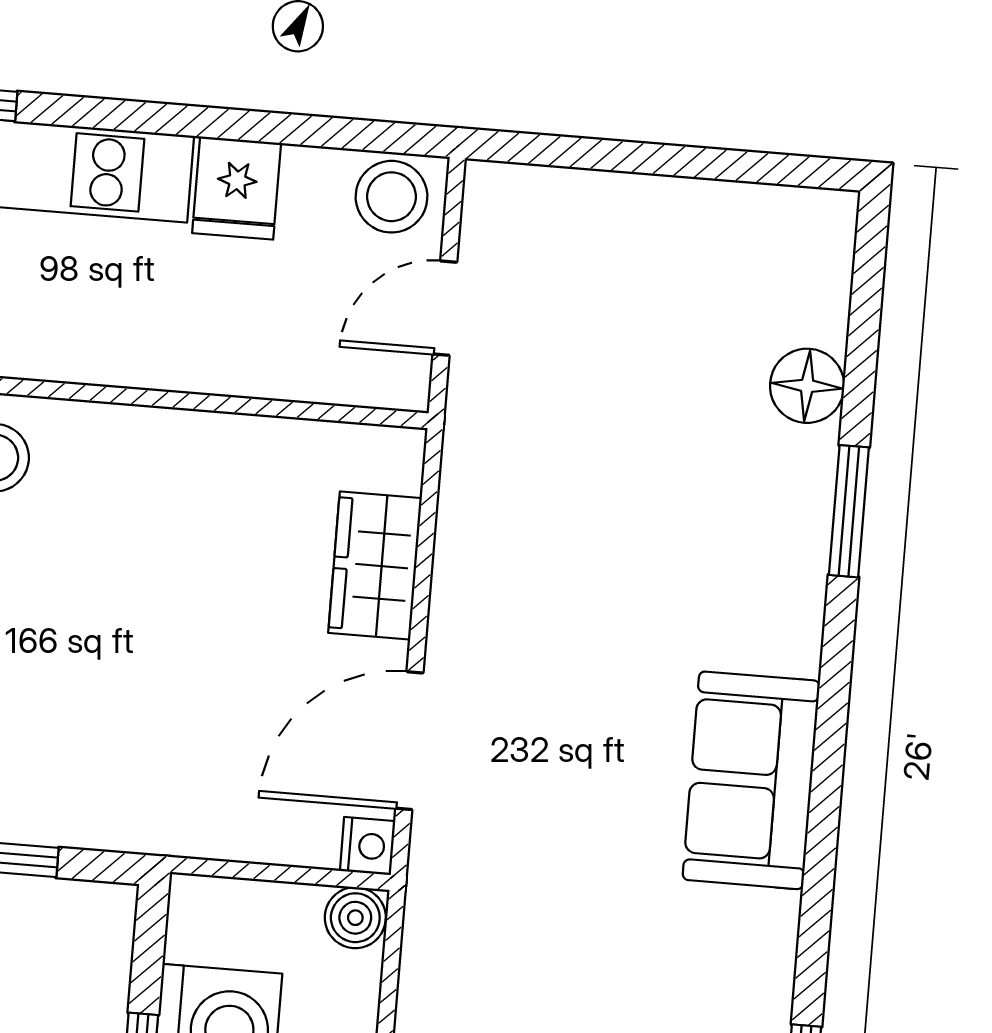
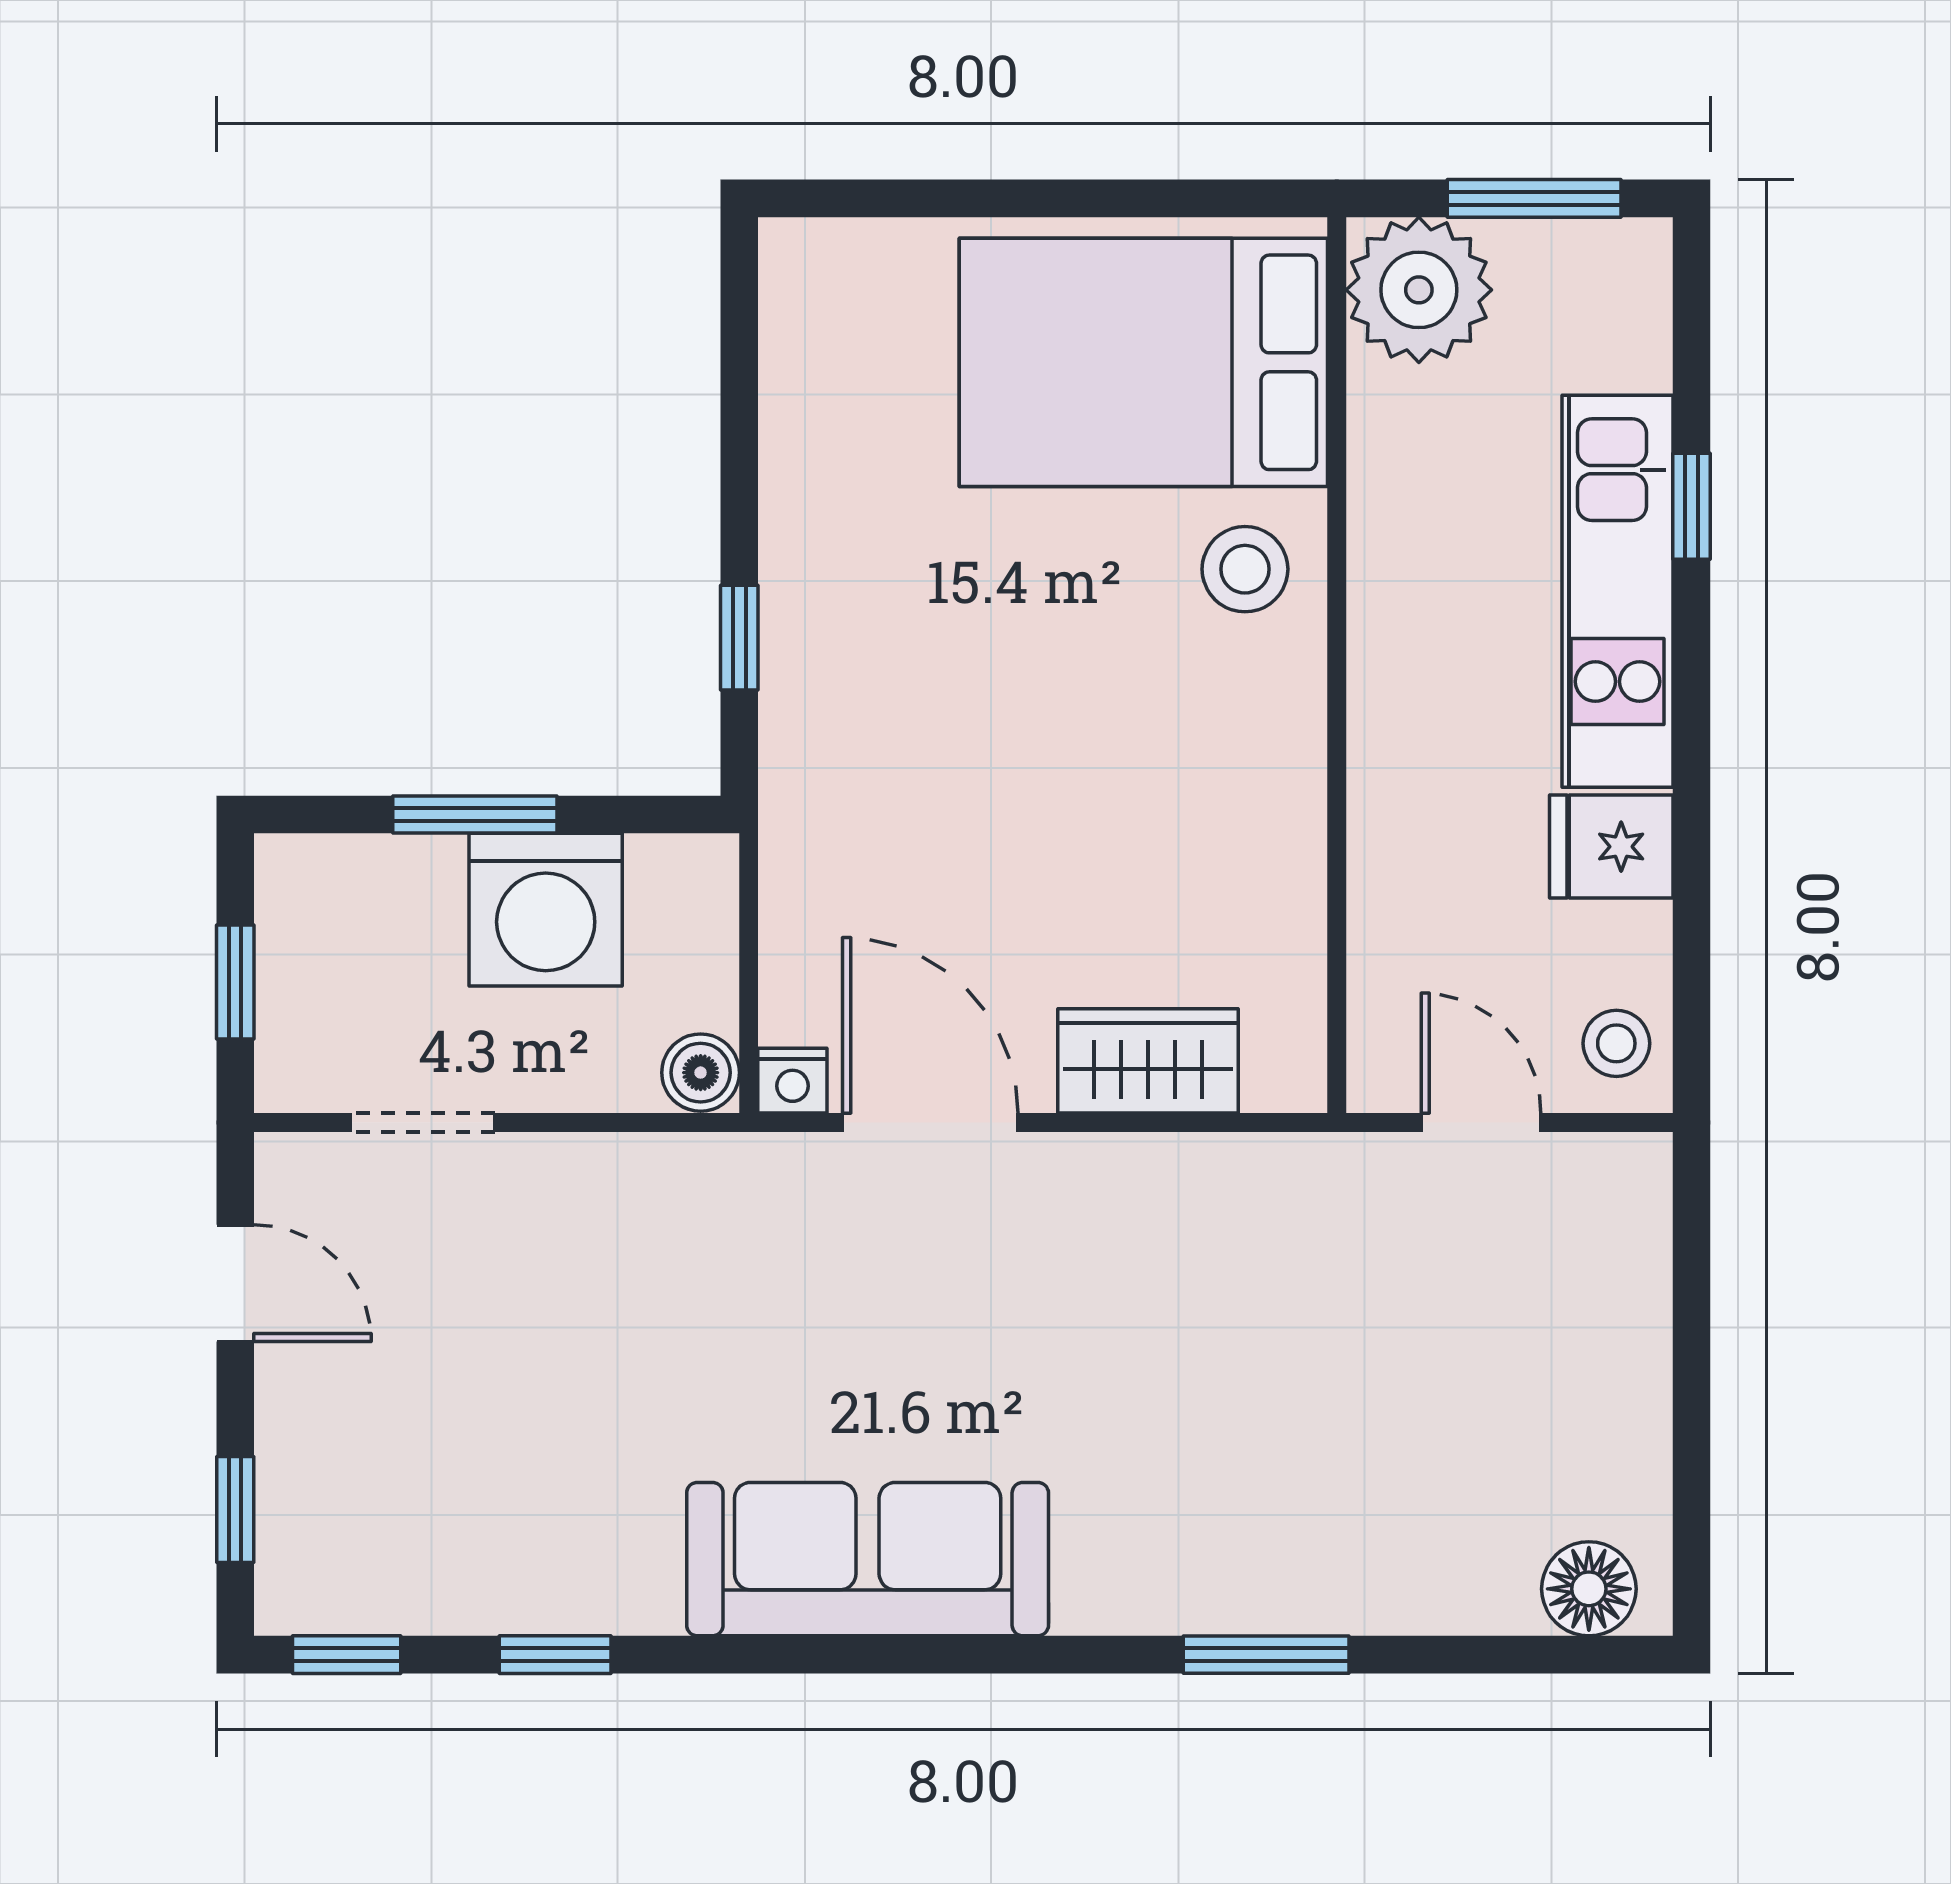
stool: (391, 197) -> (1616, 1043), width x0.73, depth x0.73
floor lamp: (807, 386) -> (1589, 1589), moved
sofa: (751, 780) -> (868, 1559), width x1.36

